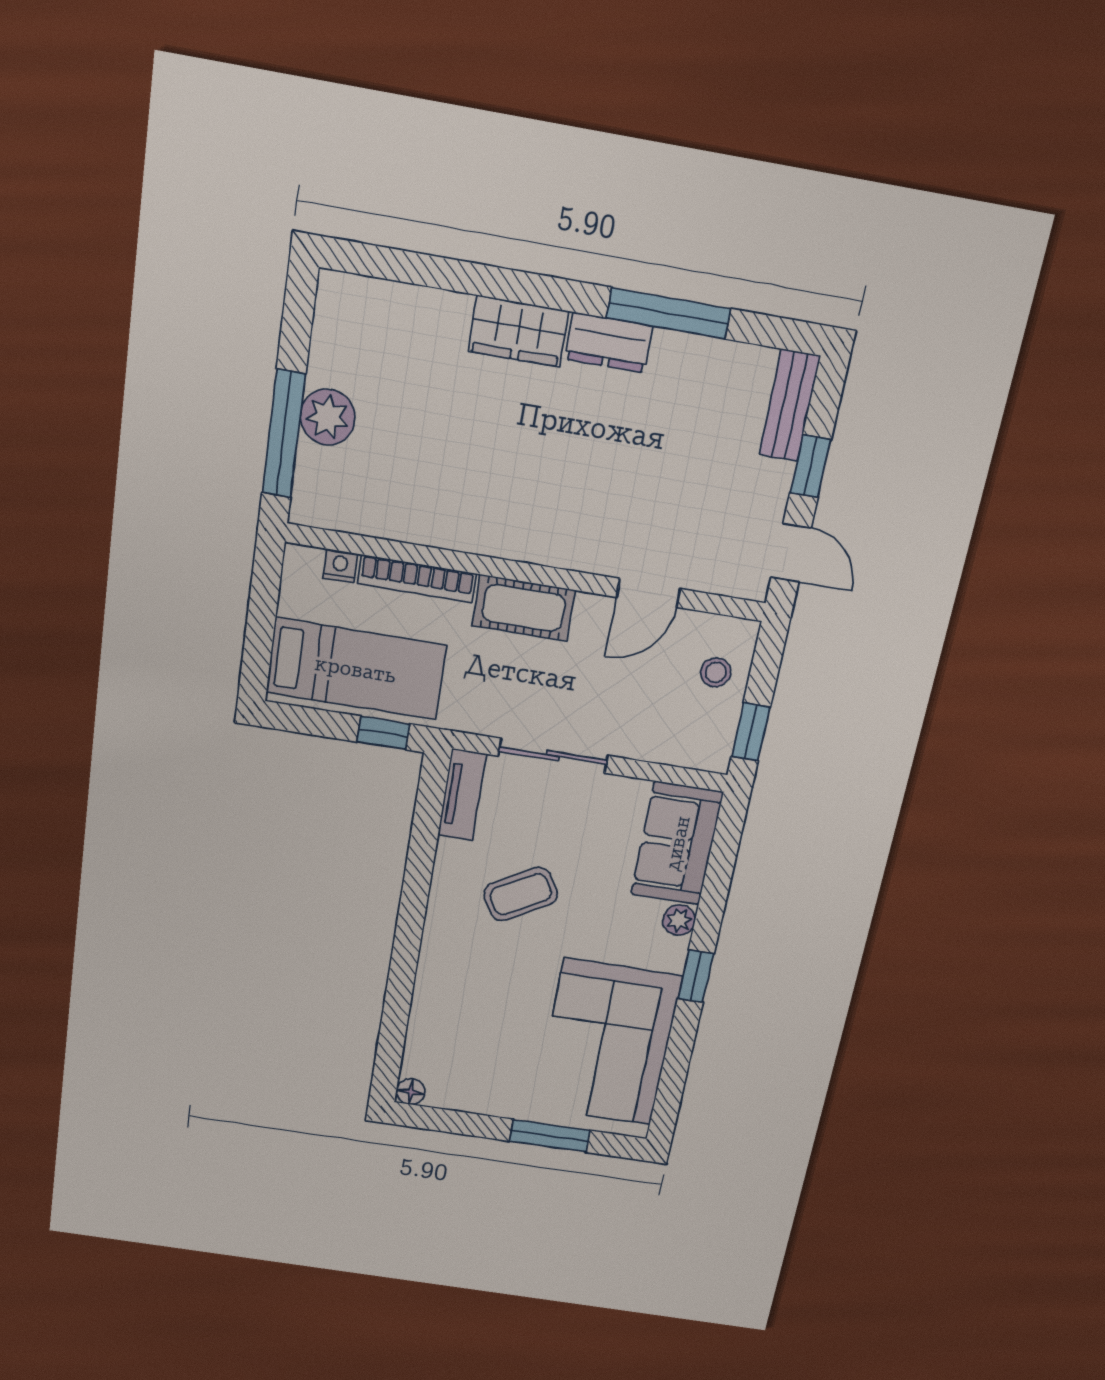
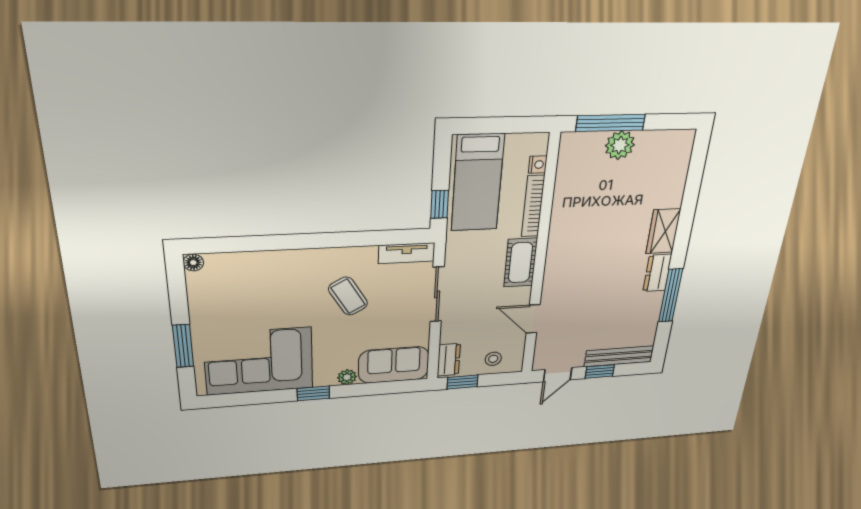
bench: (790, 406) -> (619, 356), width x1.36
dresser: (694, 751) -> (449, 360), added

